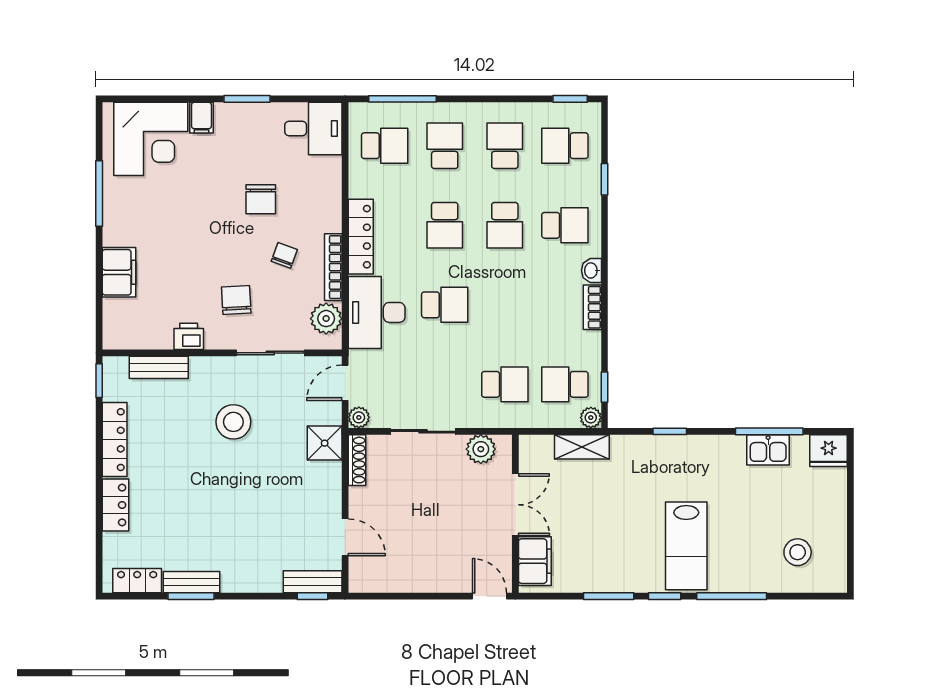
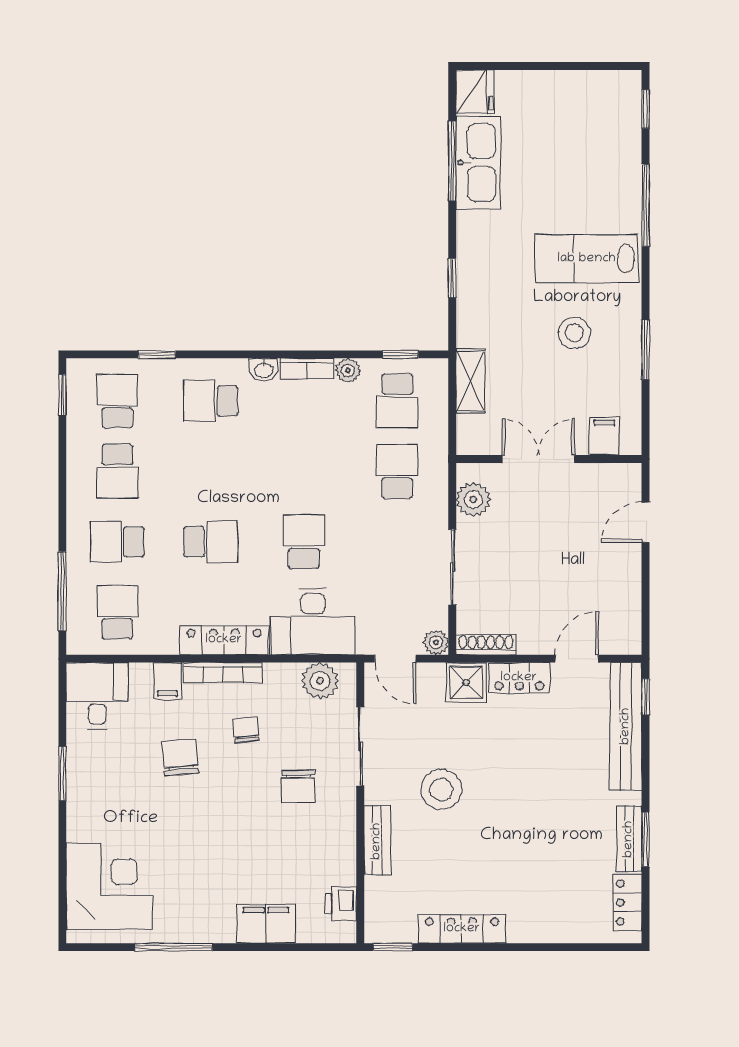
filing cabinet: (201, 118) -> (167, 681), moved, turned 90
school desk: (505, 146) -> (117, 471), turned -90
school desk: (565, 146) -> (117, 401), turned 180
chair: (261, 199) -> (180, 757), turned -96
school desk: (505, 225) -> (211, 471), removed
school desk: (565, 225) -> (211, 401), turned -90
chair: (284, 255) -> (246, 730), turned 64
bookcase: (333, 267) -> (223, 673), moved
chair: (236, 300) -> (298, 786), turned -87
printer: (189, 336) -> (341, 904), moved
bench: (159, 367) -> (377, 841), moved
plant: (591, 418) -> (348, 370), moved
kitchen sink: (768, 450) -> (478, 163), width x1.87, depth x1.24
locker: (115, 505) -> (519, 678), moved, turned 180
lab bench: (686, 546) -> (587, 259), turned 180
stool: (798, 552) -> (574, 333), moved
filing cabinet: (535, 561) -> (604, 436), width x0.50
bench: (313, 582) -> (626, 726), width x1.86, depth x1.21
door: (489, 596) -> (646, 522), moved
window: (665, 596) -> (646, 109), moved

